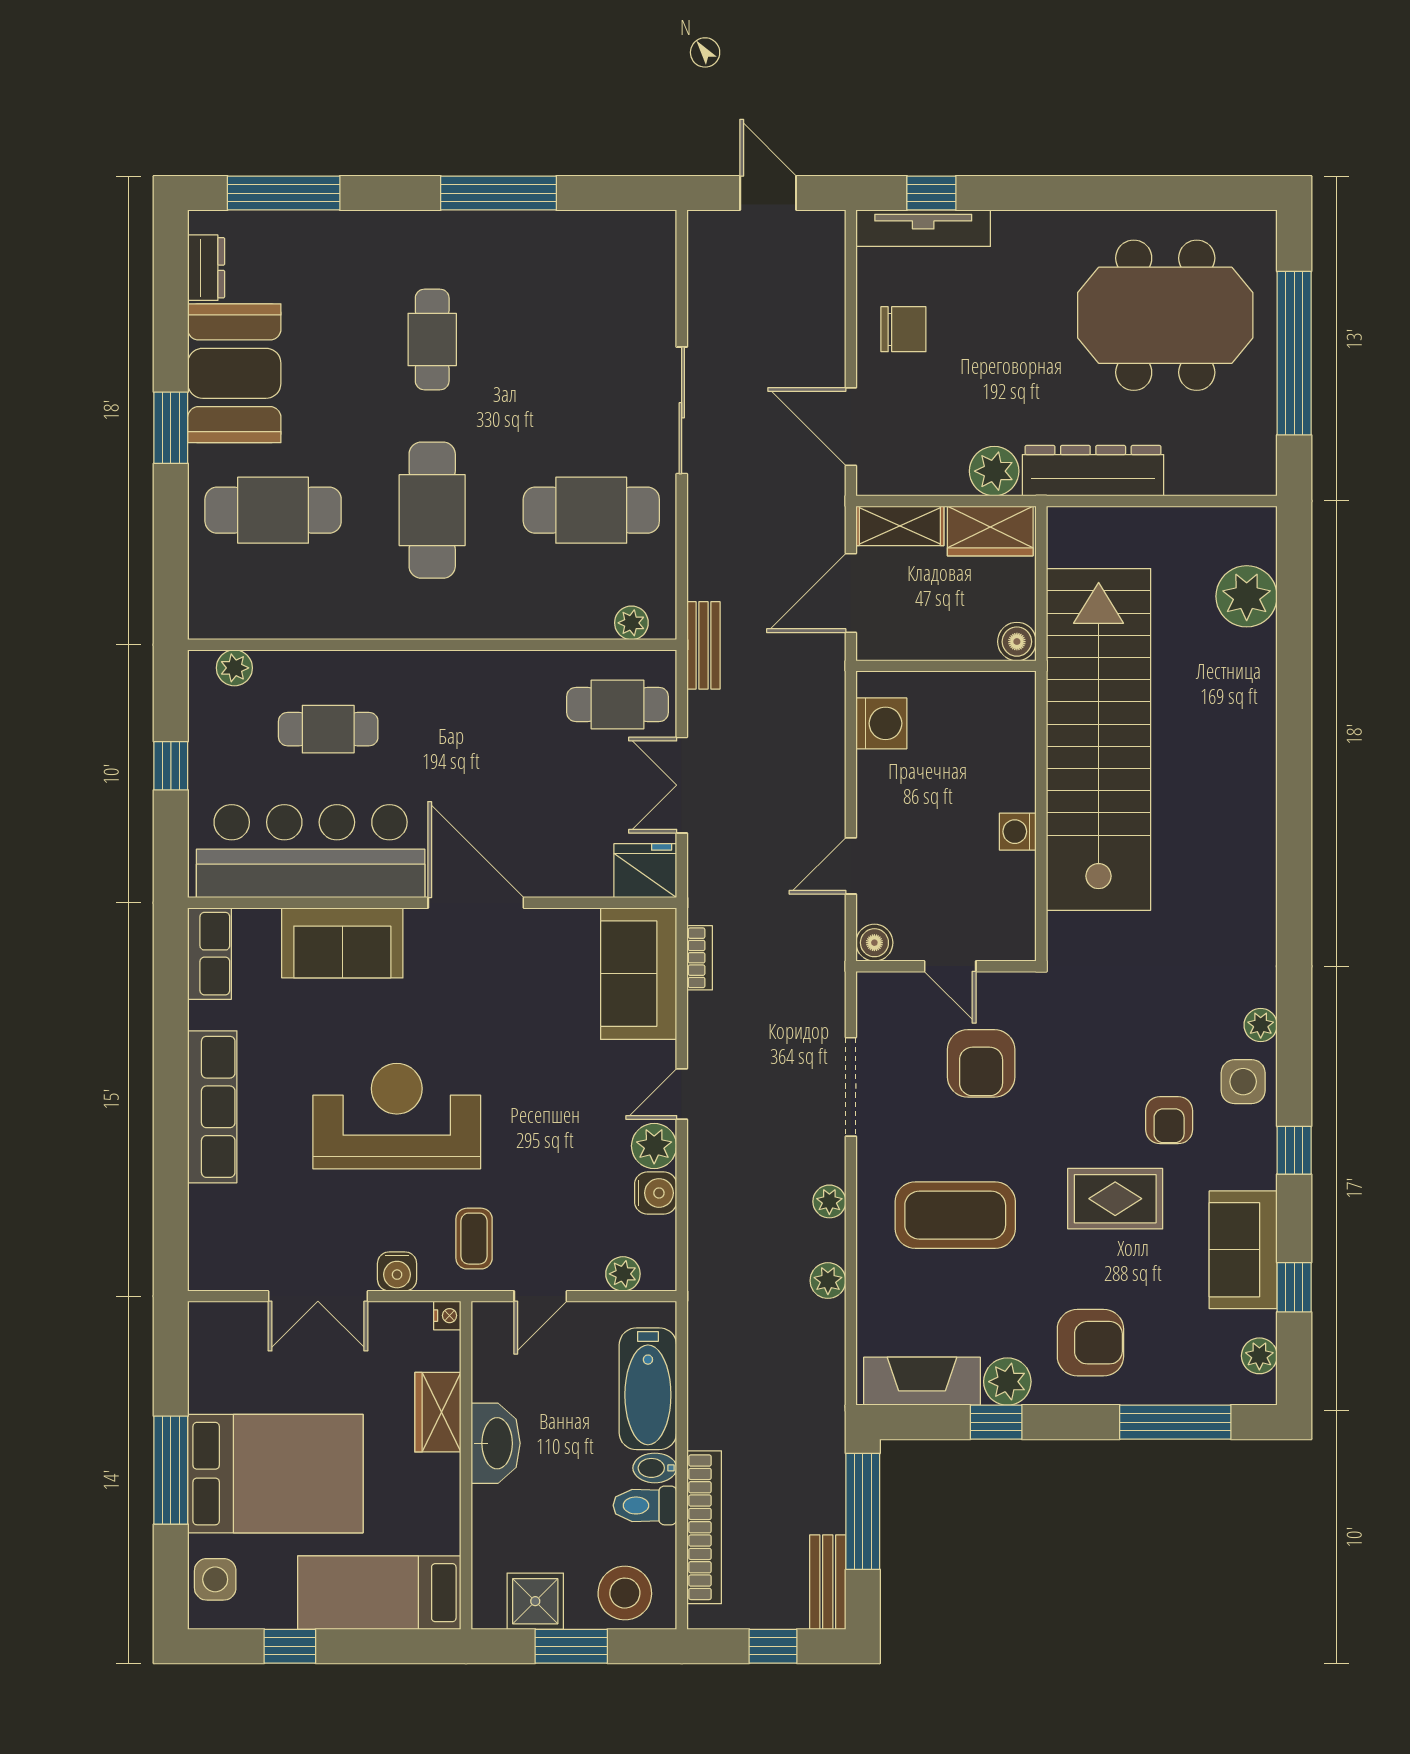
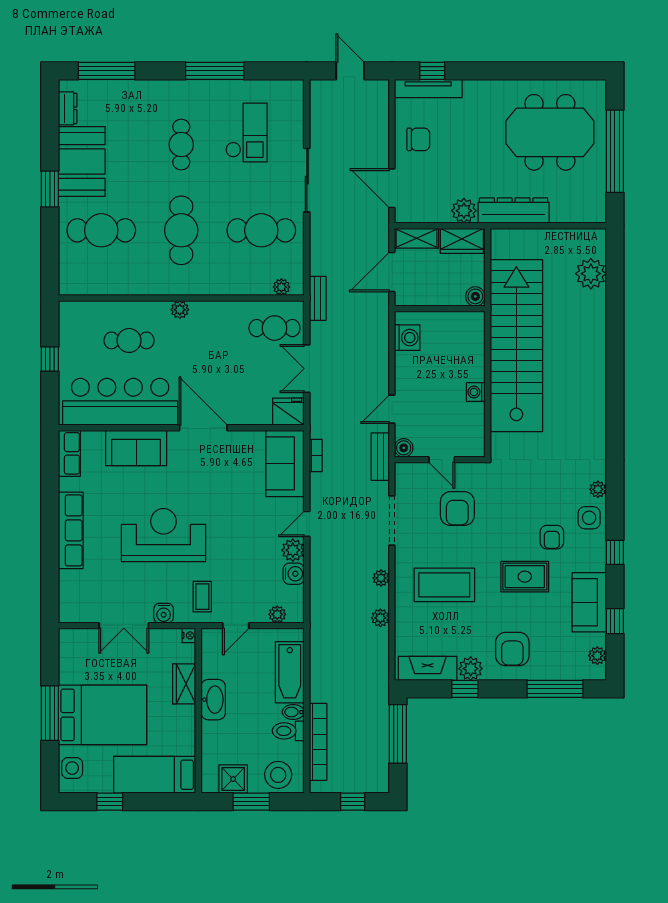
checkout: (562, 316) -> (247, 133), added
plant: (234, 668) -> (180, 310), moved
armchair: (1090, 1343) -> (512, 649), turned 90
bench: (828, 1582) -> (380, 457), moved

